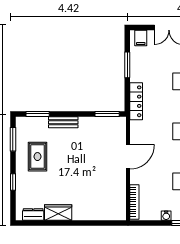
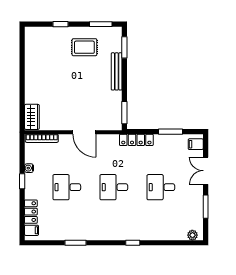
bench: (63, 122) -> (117, 71), width x1.36
wardrobe: (58, 213) -> (32, 117), moved
dresser: (33, 214) -> (30, 43), removed

